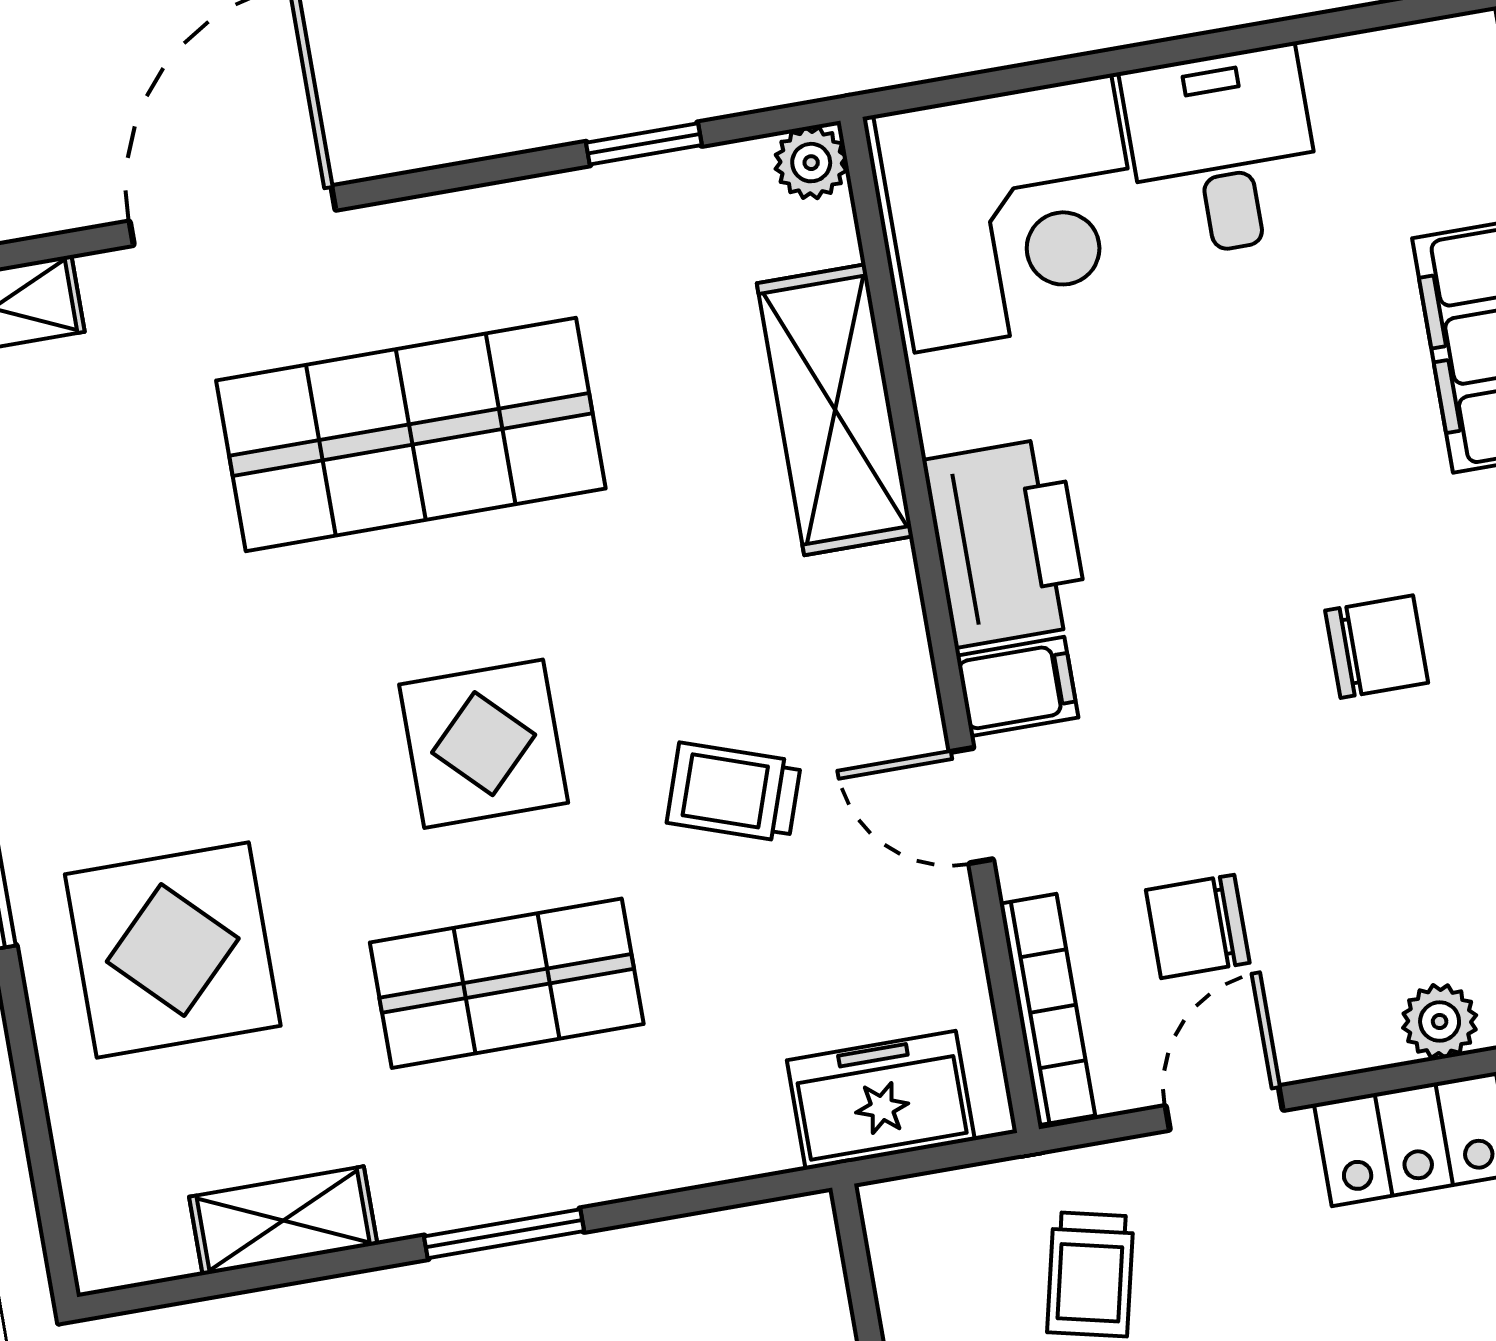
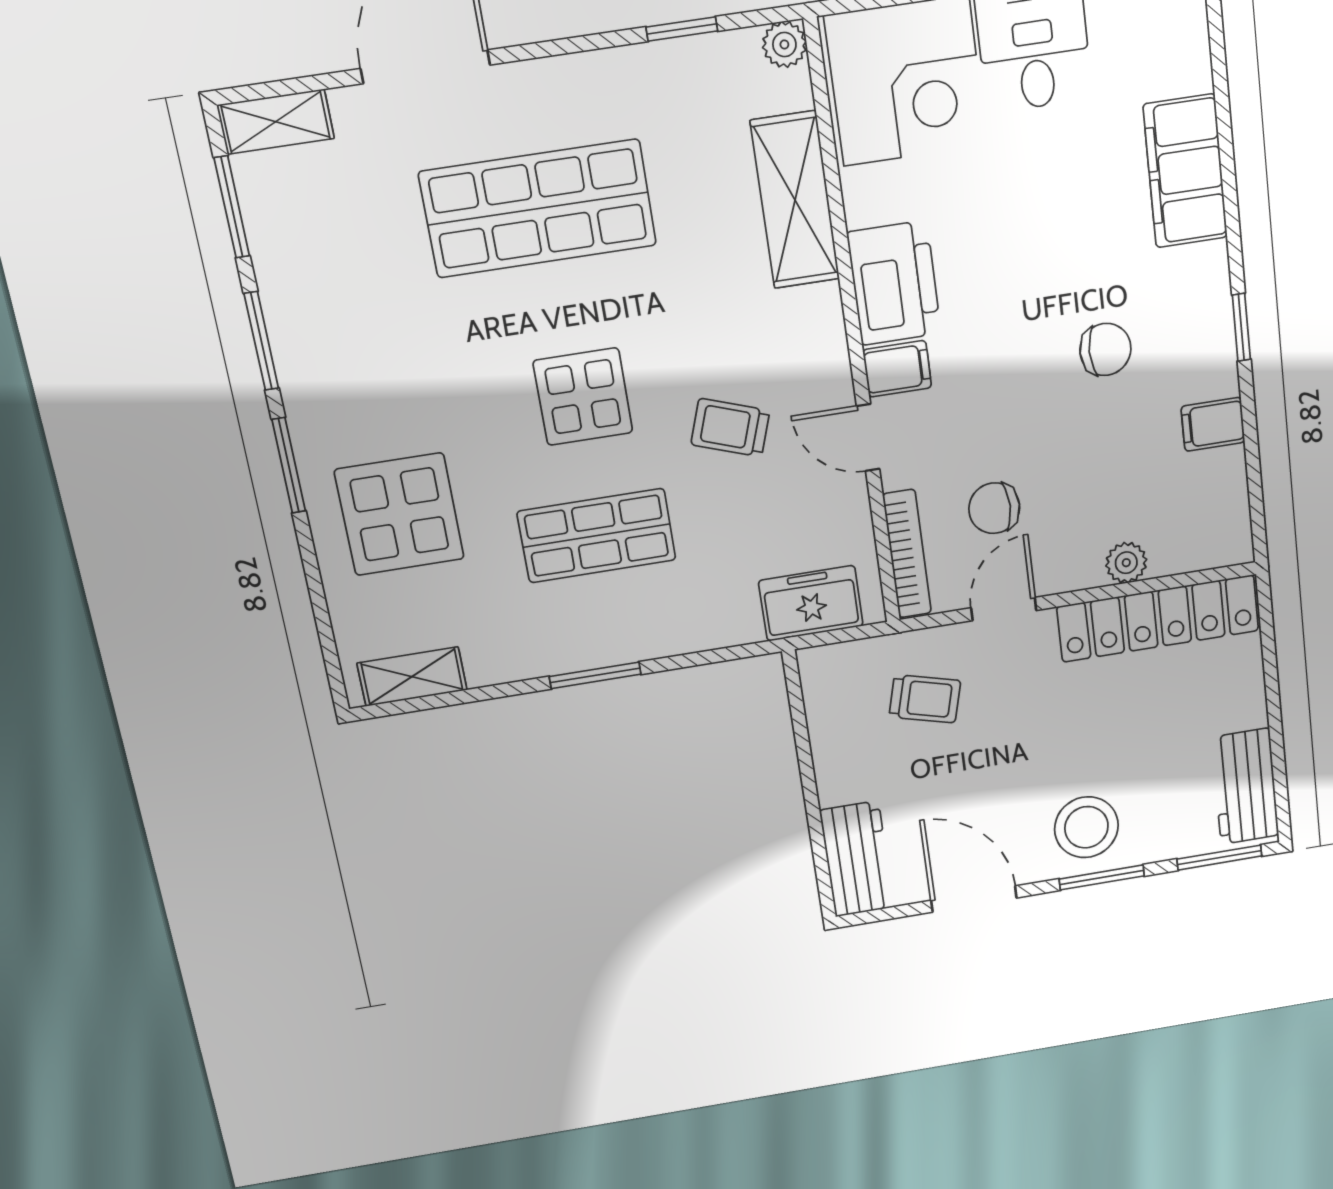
shelving: (283, 1221) -> (412, 677), moved
trolley: (1090, 1274) -> (925, 699), turned -88

